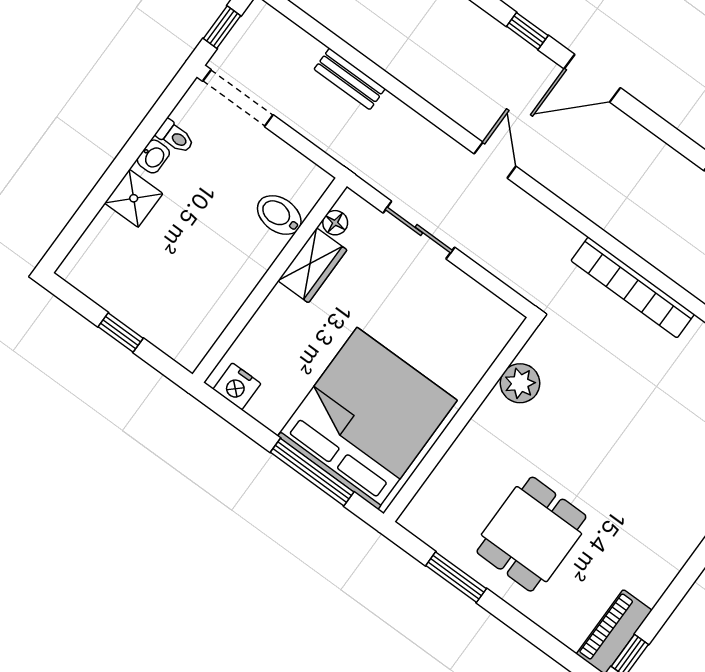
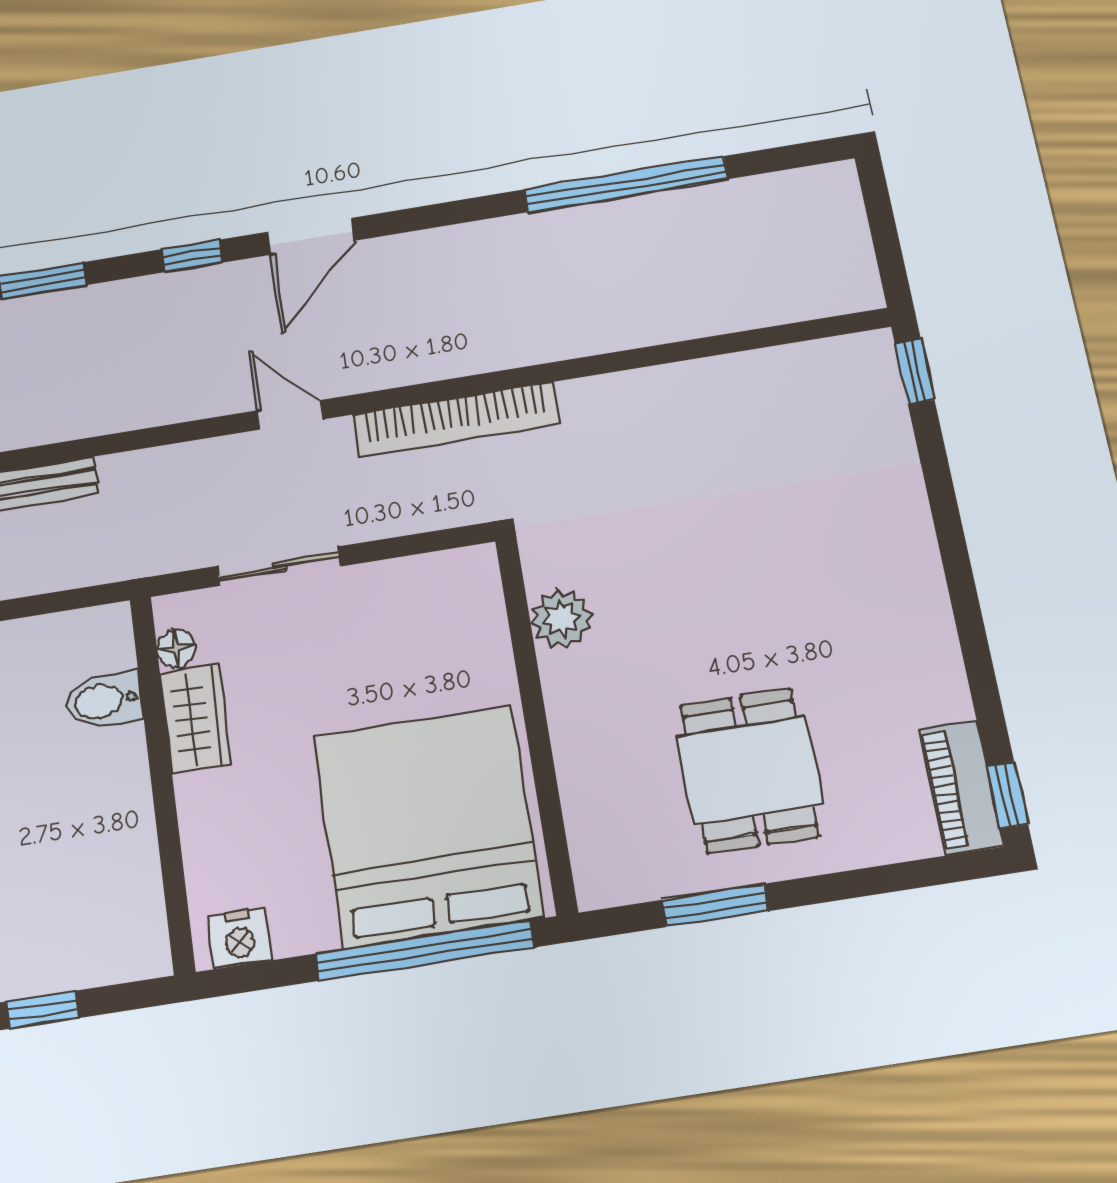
bookcase: (633, 287) -> (456, 419), moved
window: (312, 472) -> (425, 950), width x1.46

